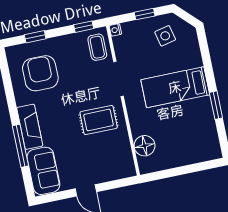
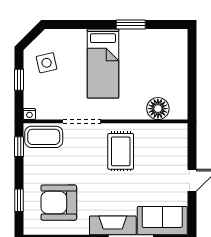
coffee table: (97, 47) -> (44, 137), width x1.36, depth x1.30

